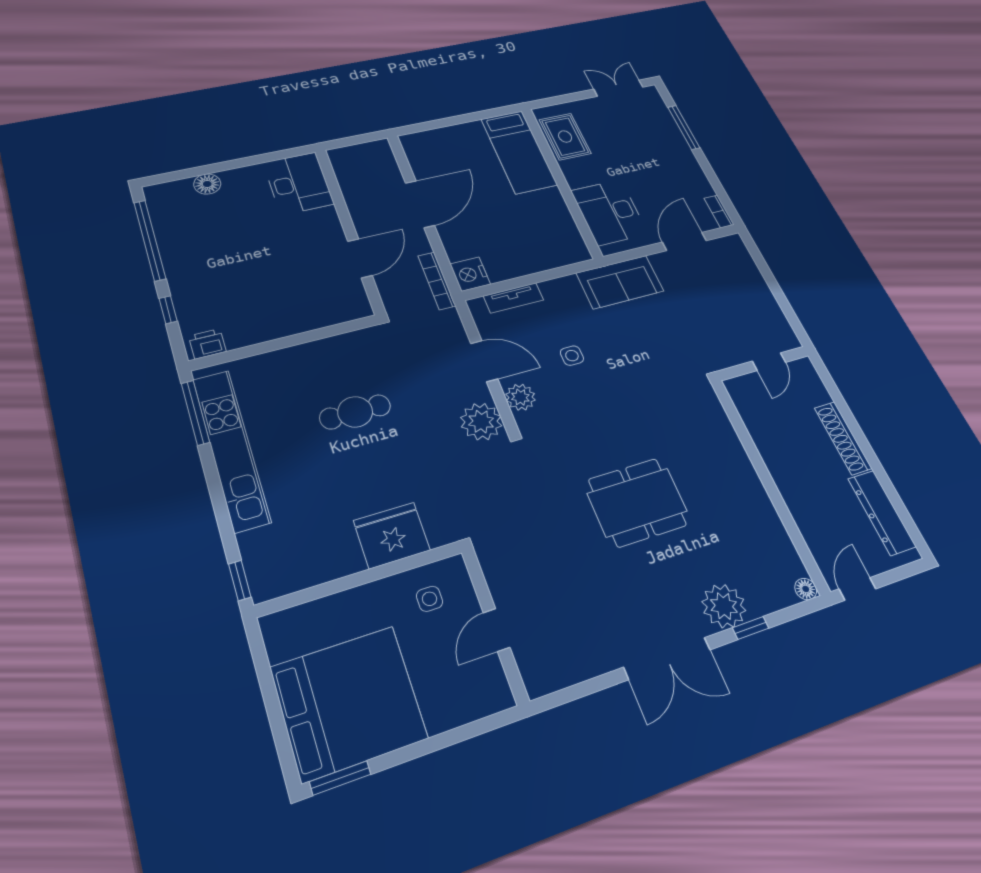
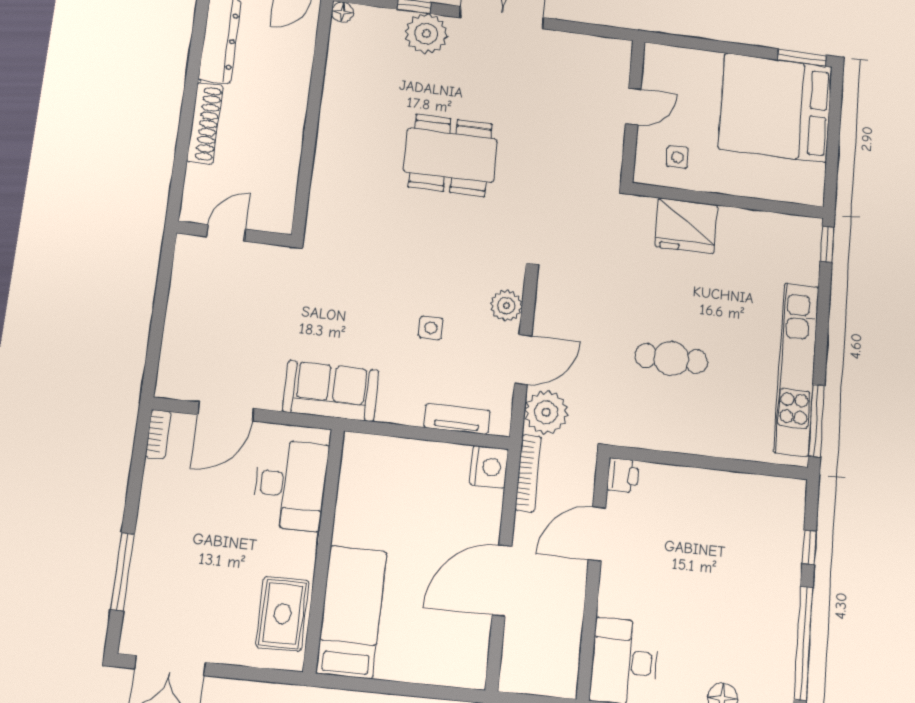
printer: (207, 344) -> (623, 475), moved, turned -90
door: (484, 361) -> (523, 359), swing flipped
plant: (481, 422) -> (546, 412), moved

